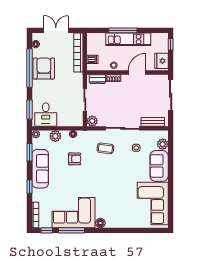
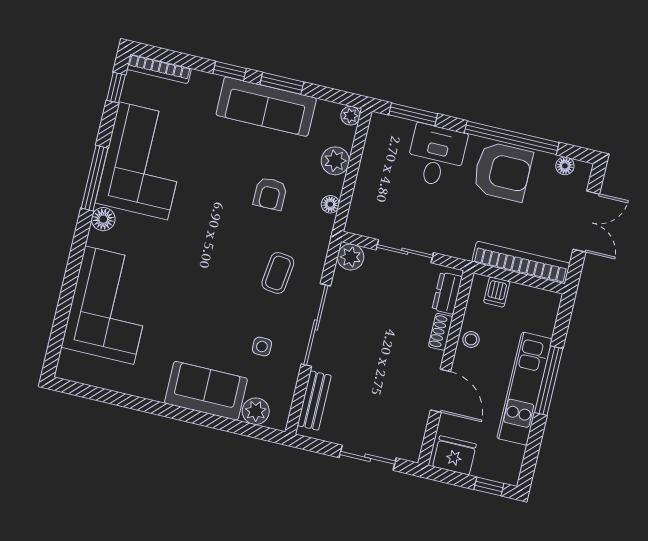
sliding door: (171, 95) -> (368, 458), width x0.73
desk: (46, 115) -> (436, 156), moved, turned 90
window: (29, 152) -> (282, 83), moved
corner sofa: (153, 204) -> (109, 305), moved, turned 90
window: (71, 230) -> (95, 178), moved

